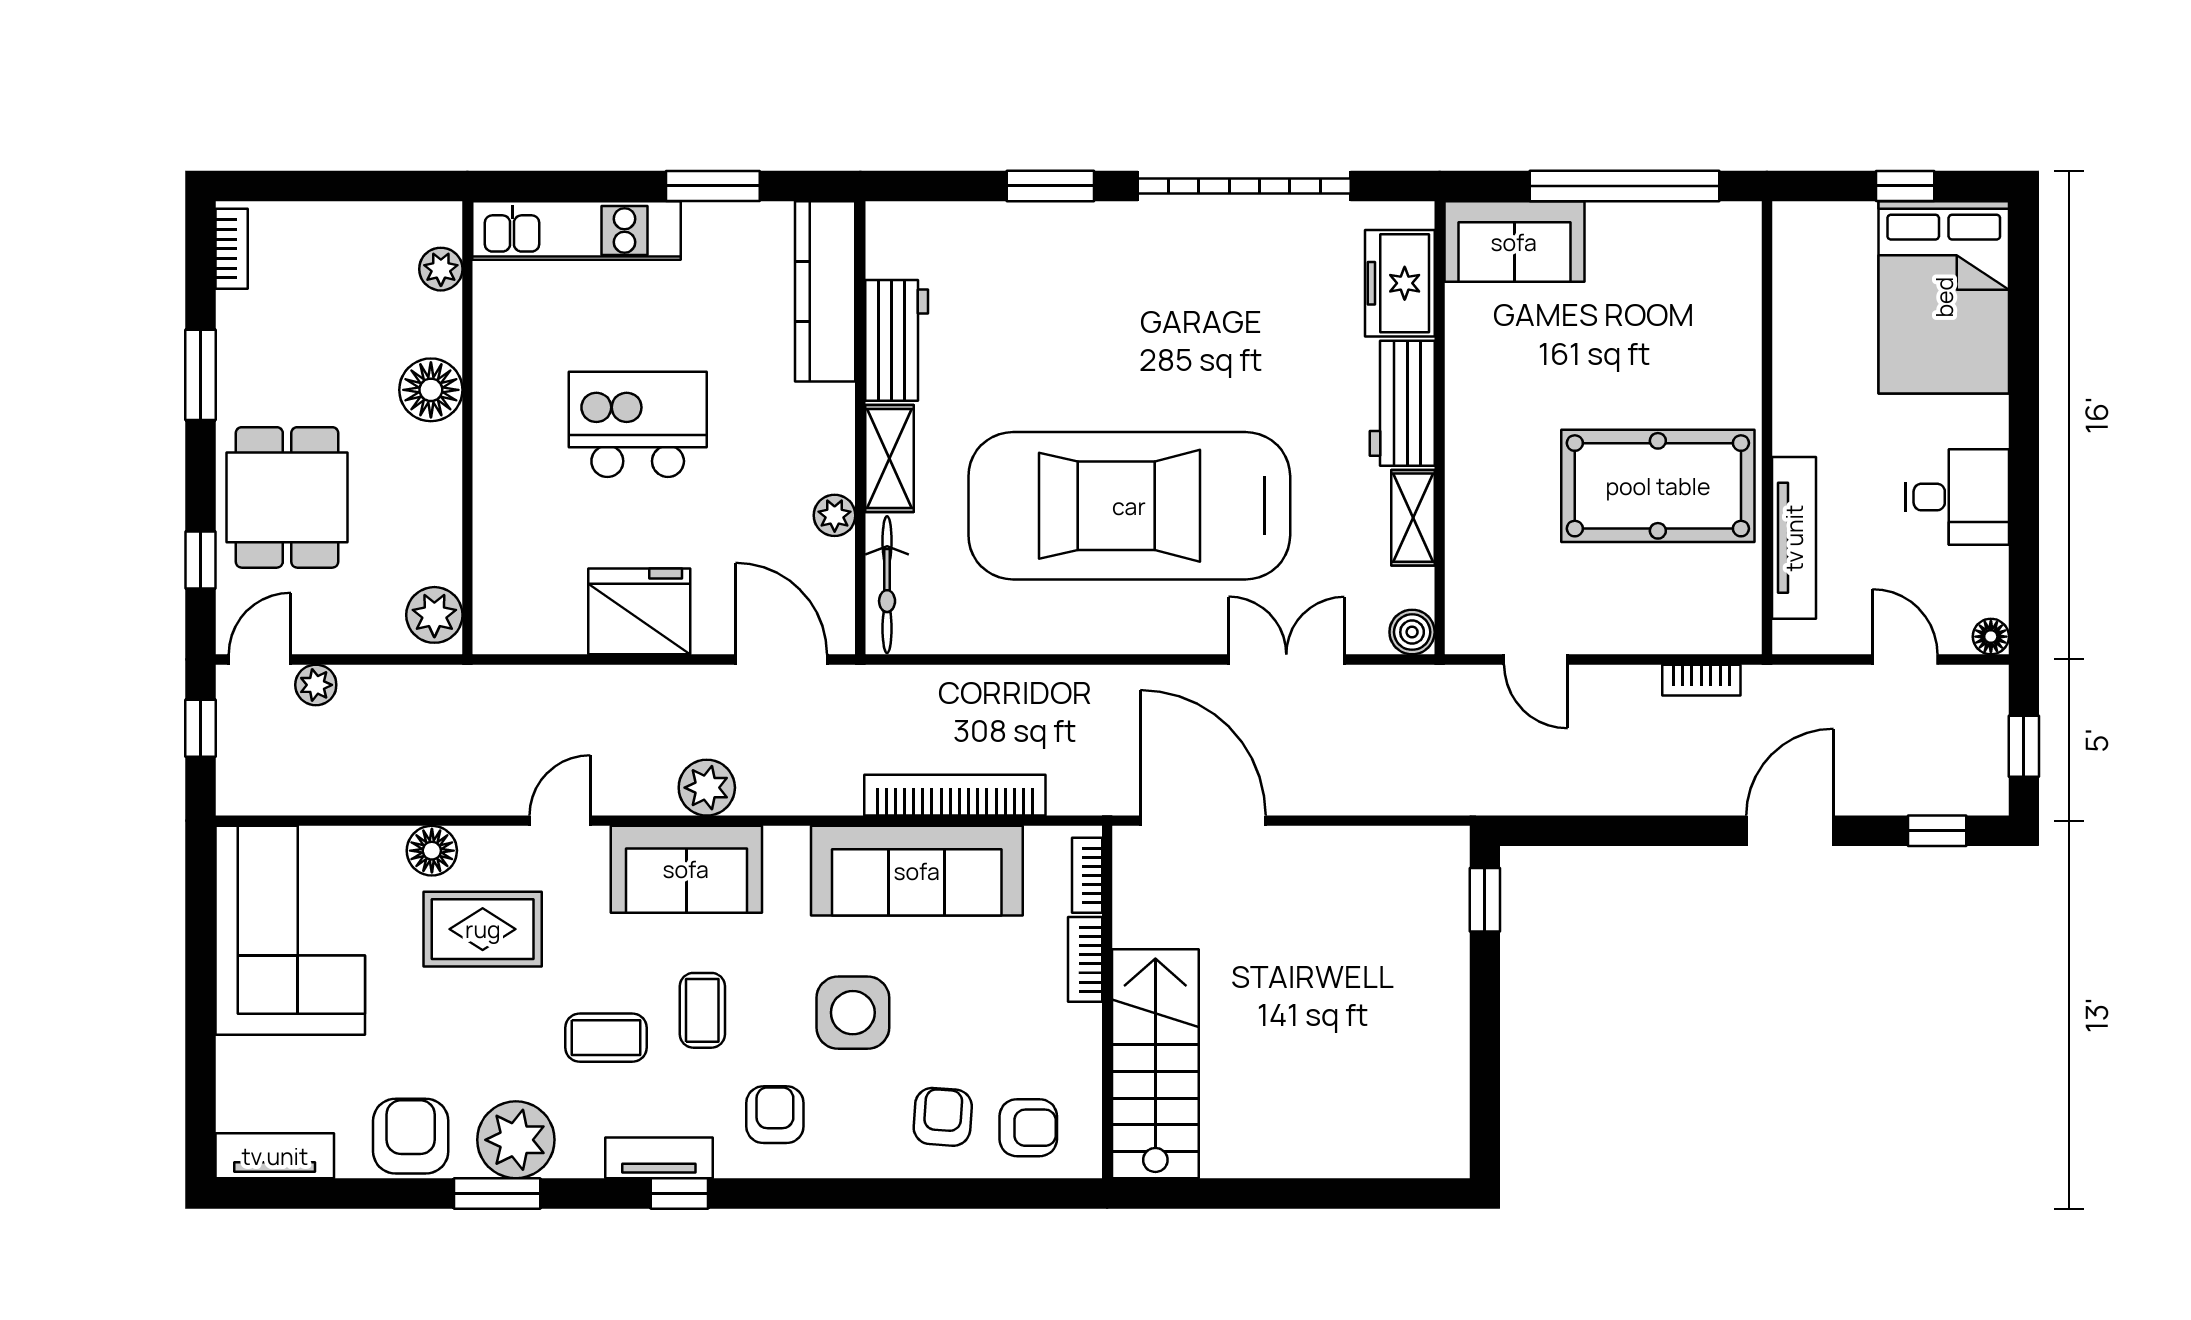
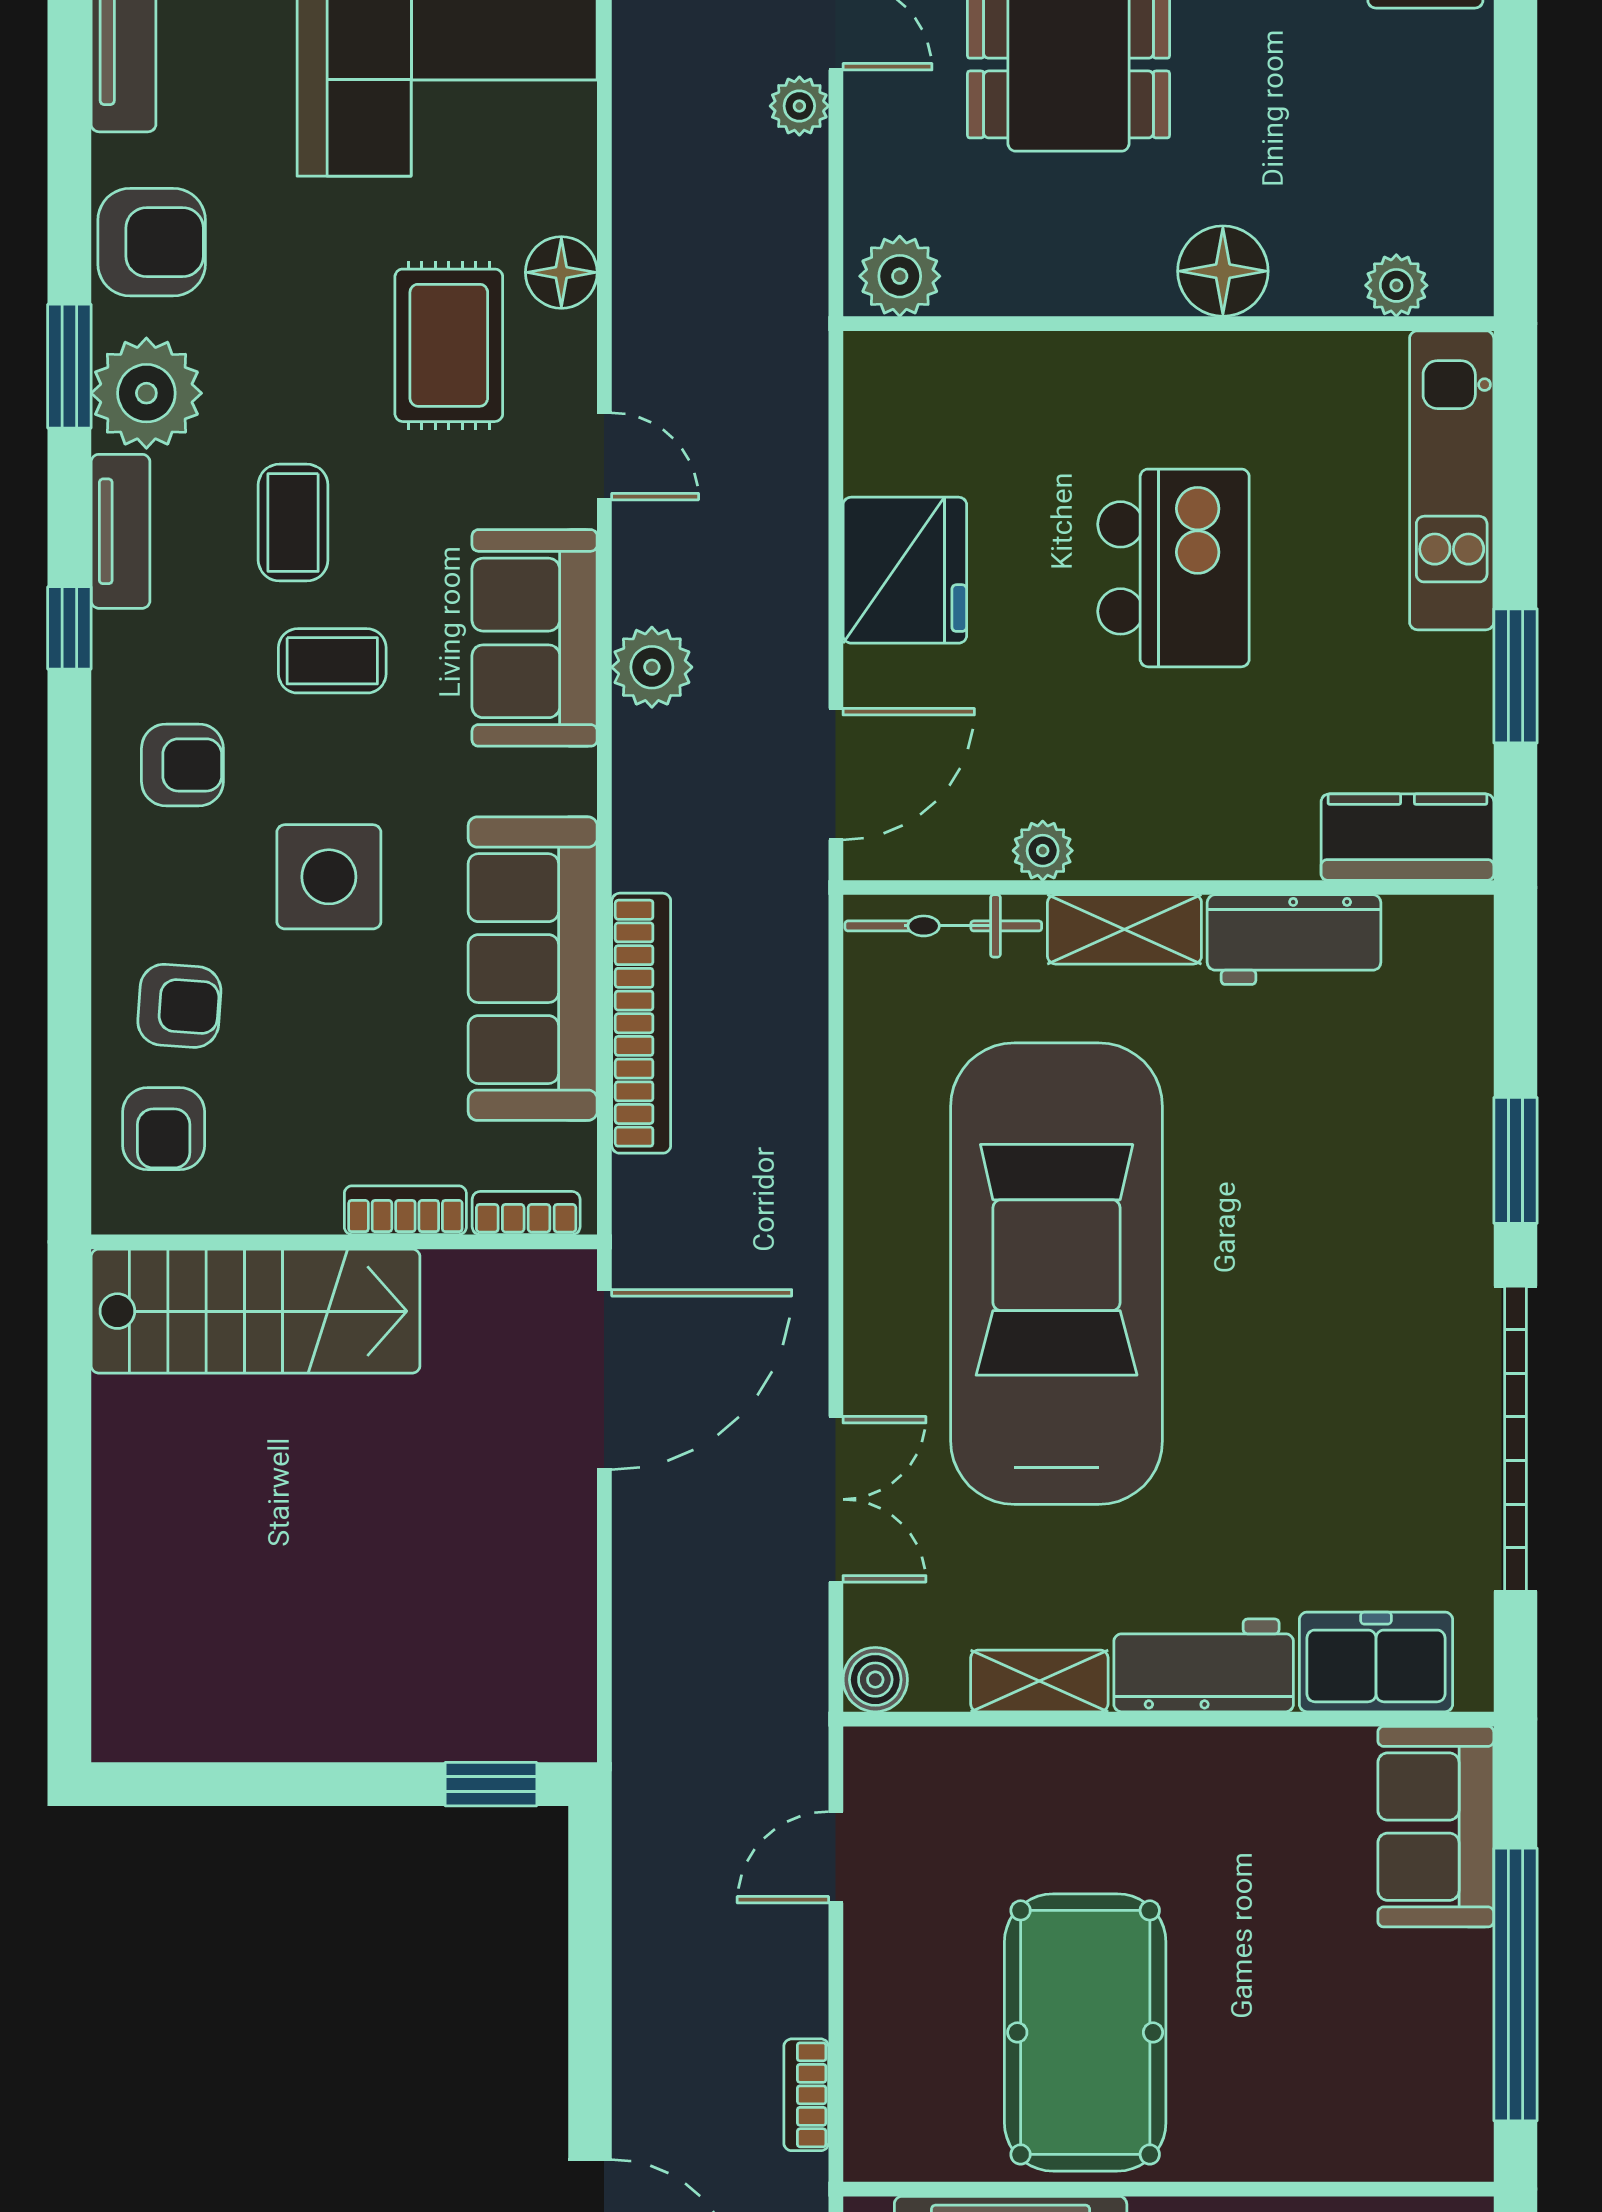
kitchen counter: (825, 291) -> (1407, 837), width x0.67
tv unit: (659, 1158) -> (120, 531), moved

